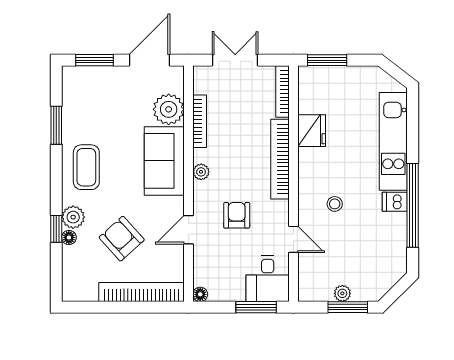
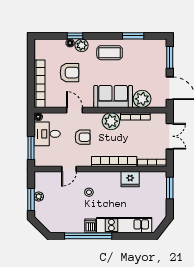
plant: (201, 172) -> (111, 121), width x1.87, depth x1.87
armchair: (122, 239) -> (69, 73), turned 42
desk: (268, 279) -> (47, 134), moved

